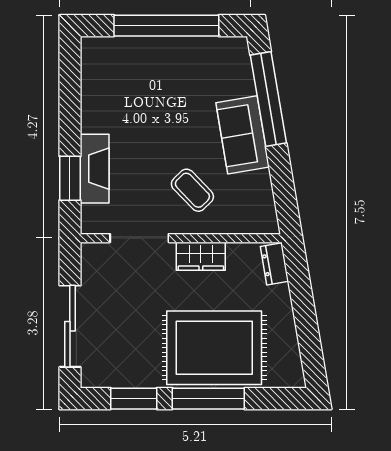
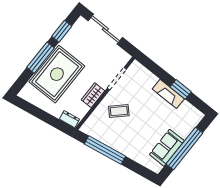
window: (268, 99) -> (105, 150), moved
sofa: (243, 135) -> (167, 148), moved, turned -80
fireplace: (95, 169) -> (168, 94), moved
window: (70, 178) -> (181, 89), moved

